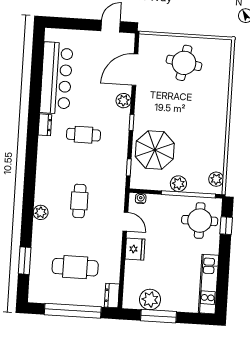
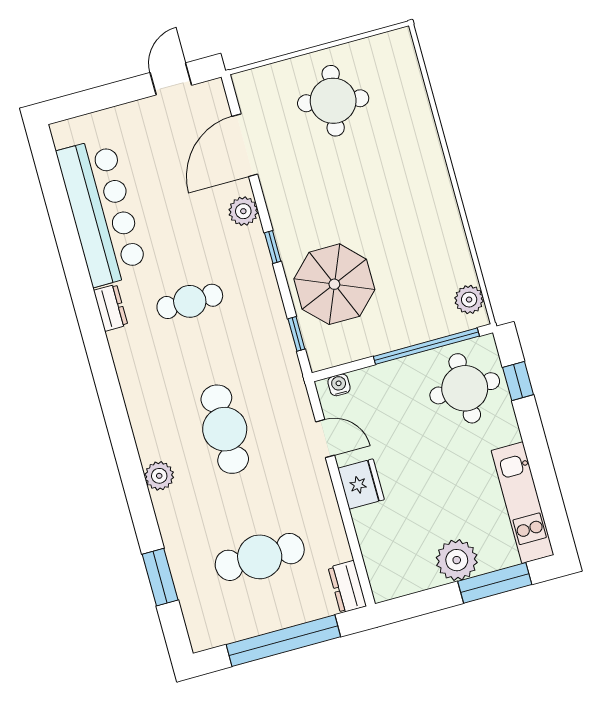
plant: (178, 184) -> (401, 332), removed
cafe table: (79, 201) -> (225, 429), width x1.37, depth x1.35
plant: (150, 300) -> (457, 560), moved
window: (159, 316) -> (495, 583), moved

